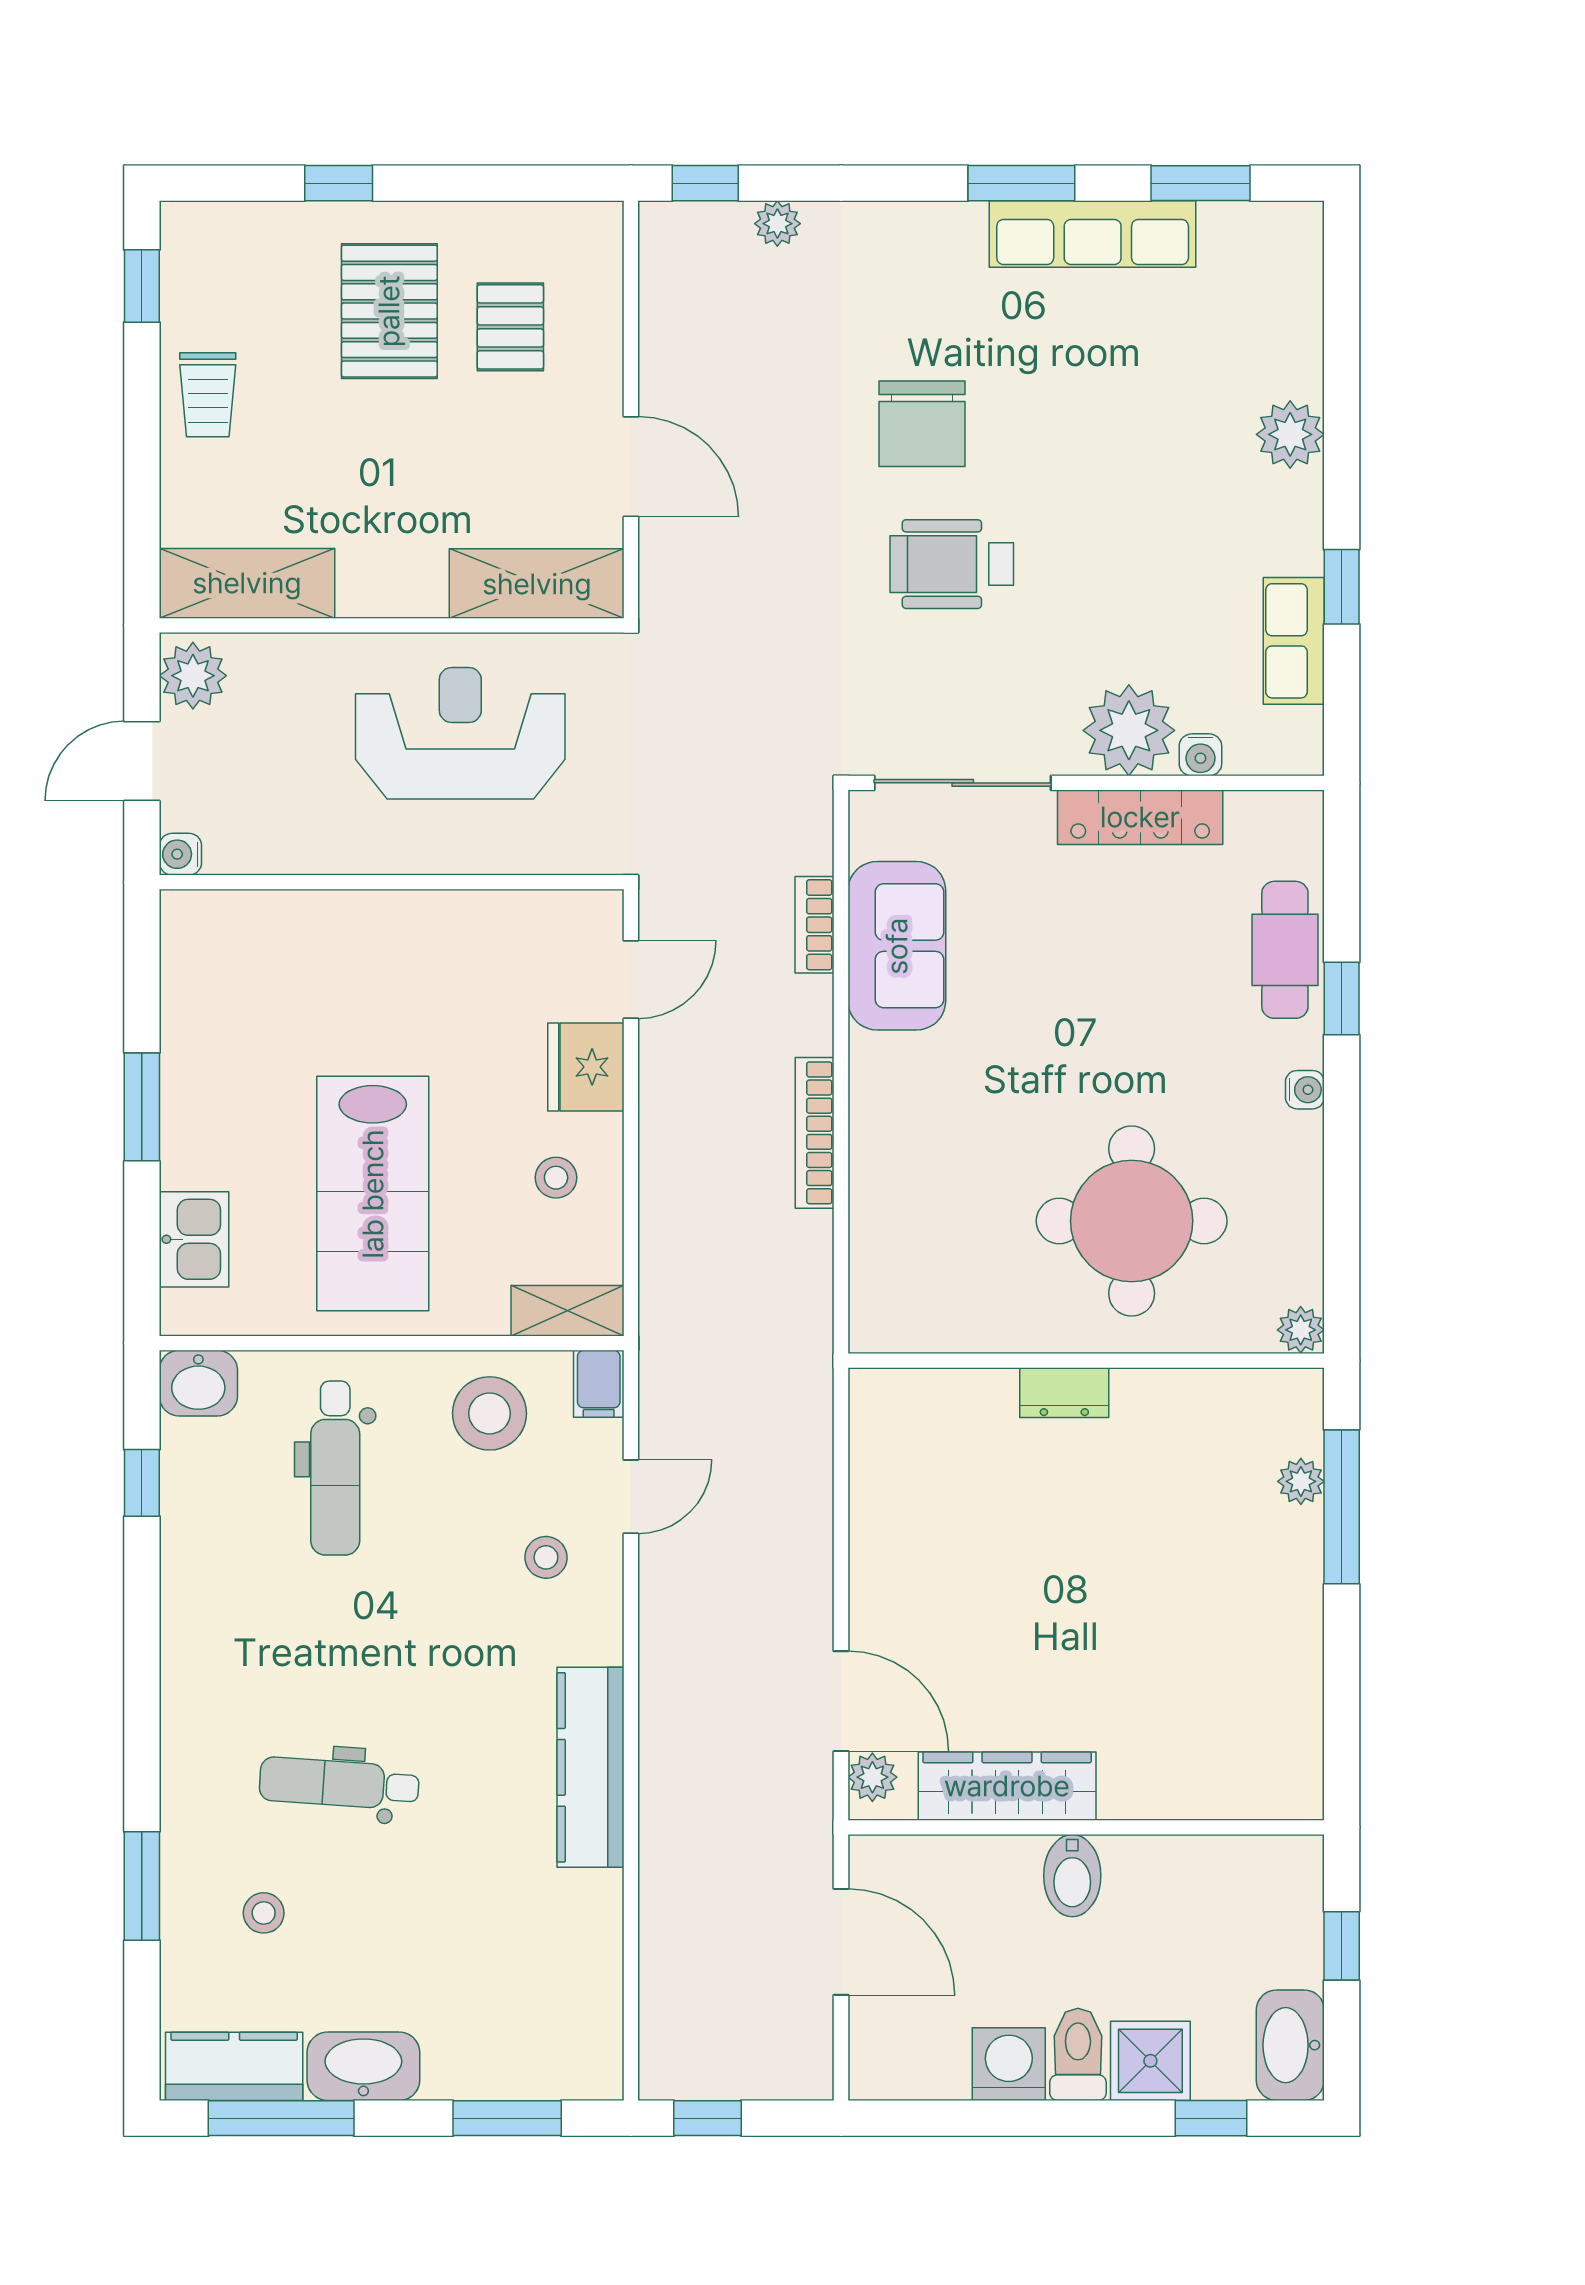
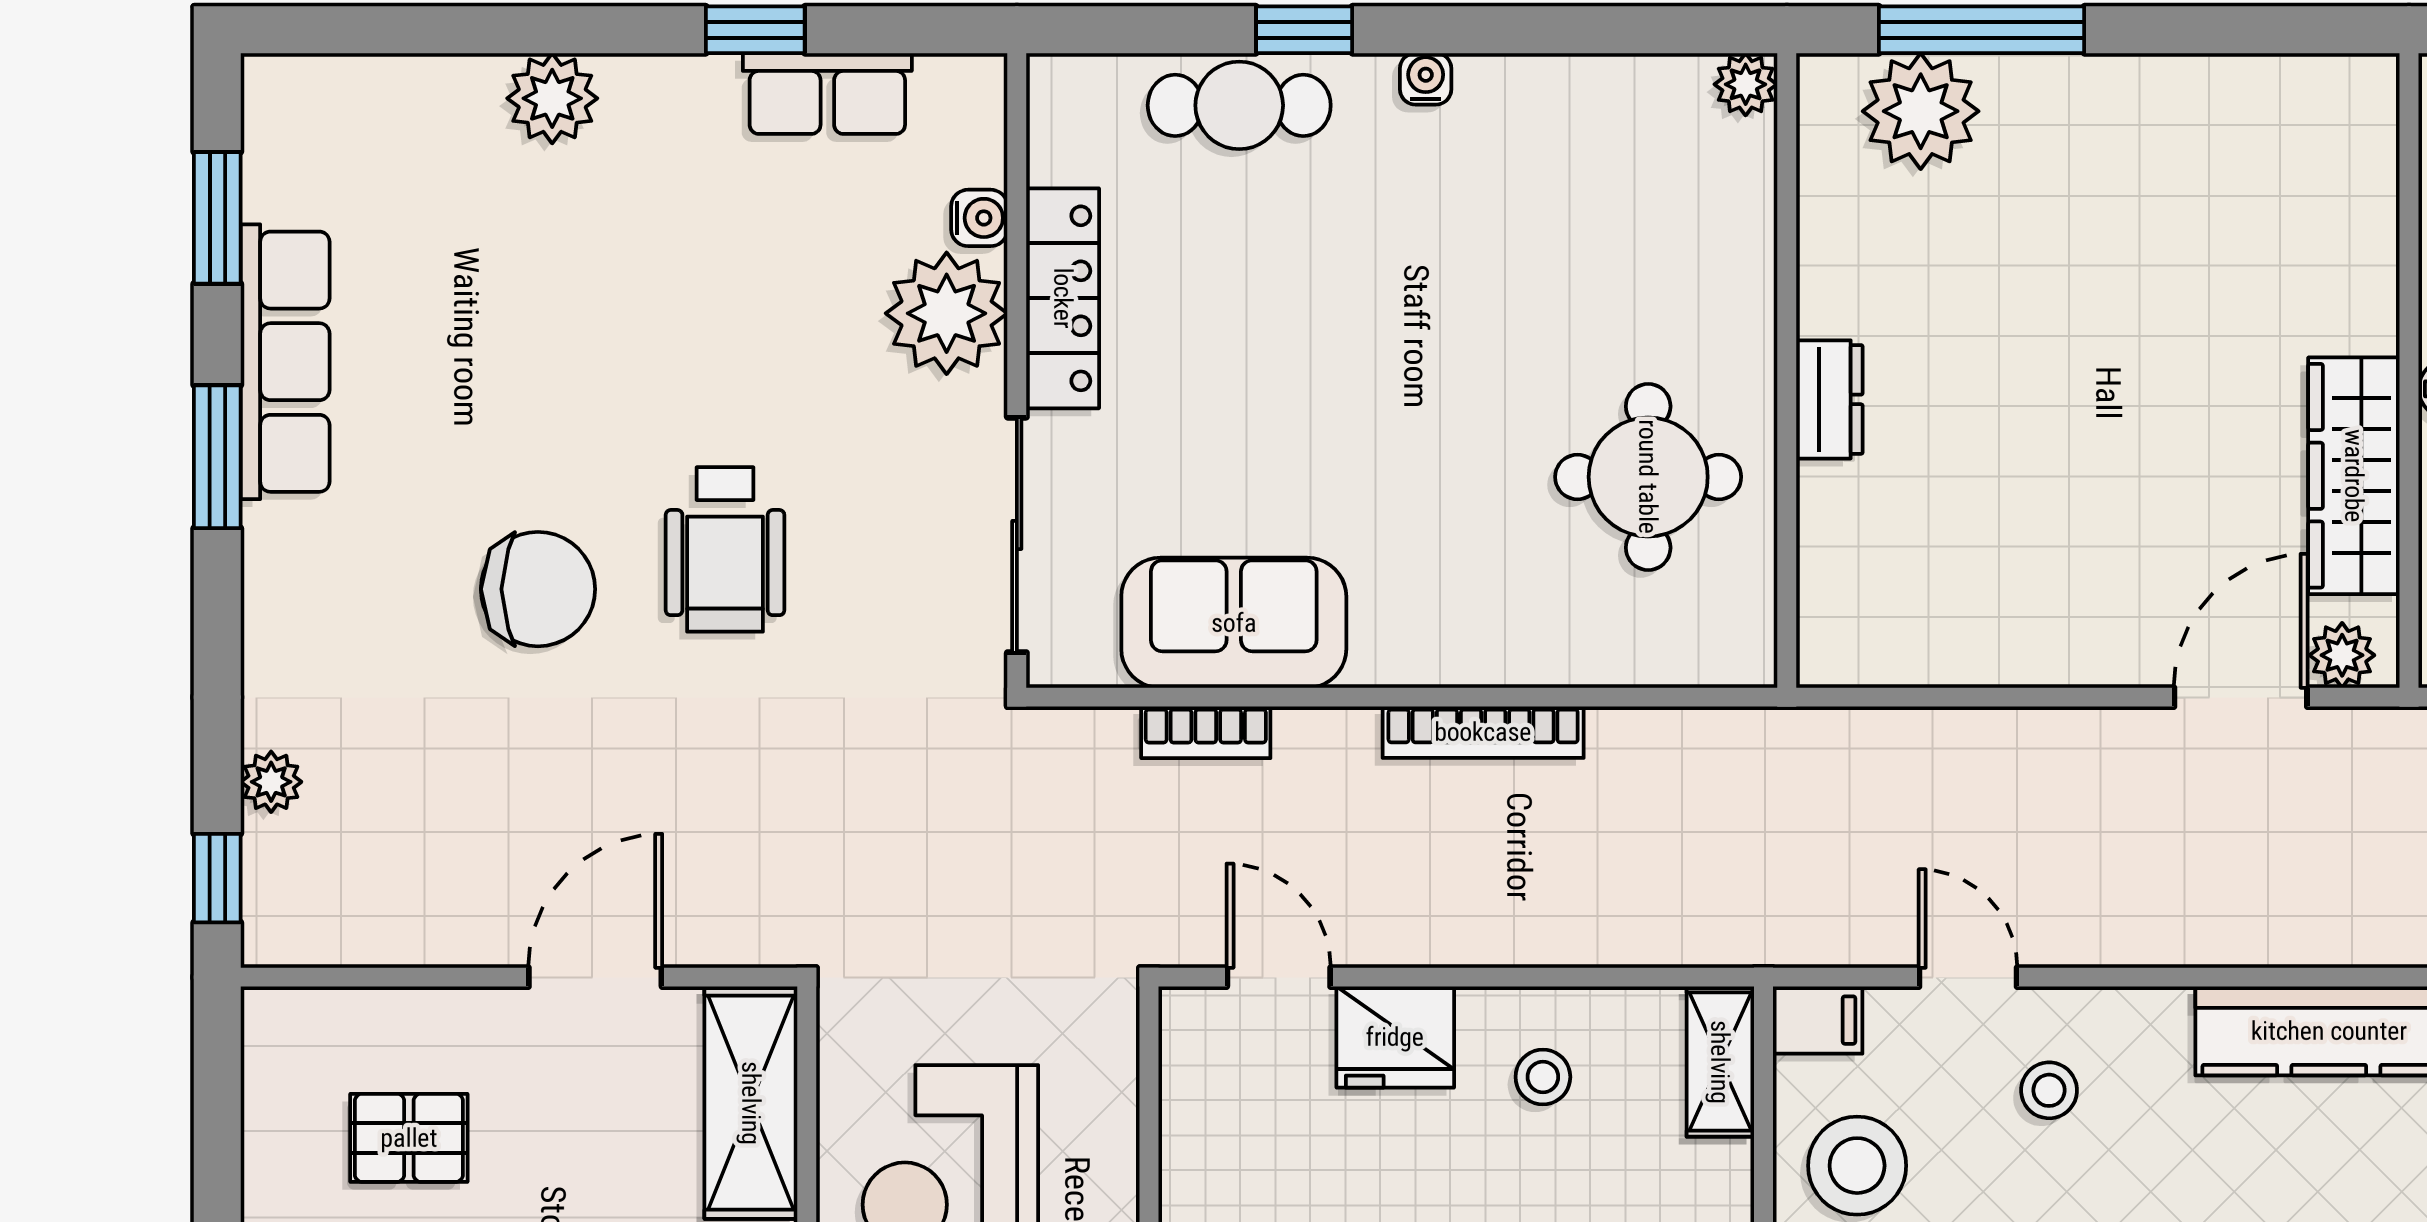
round table: (1132, 1221) -> (1648, 477), moved, width x0.73, depth x0.73
plant: (1301, 1481) -> (1921, 111), width x1.87, depth x1.87

